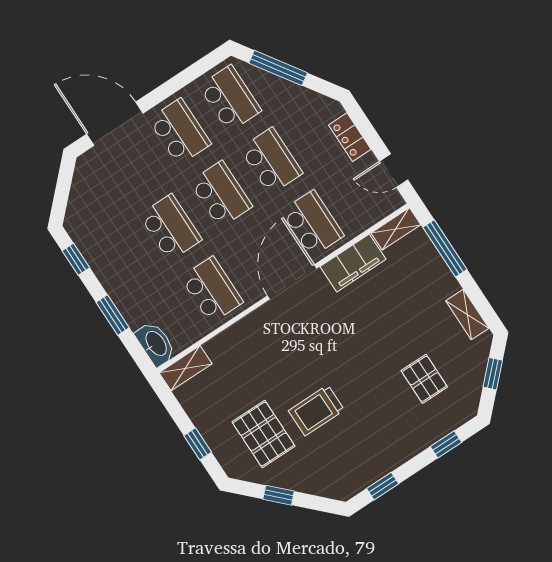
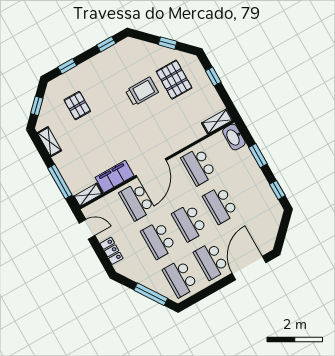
door: (115, 124) -> (249, 268), swing flipped

